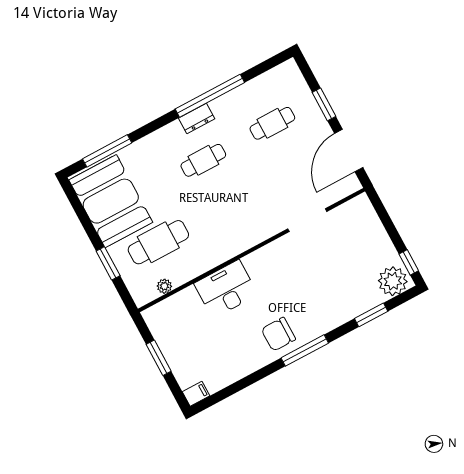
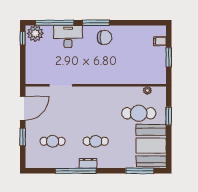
desk: (226, 289) -> (68, 37), moved, turned 180
window: (371, 315) -> (54, 23), width x2.11
filing cabinet: (196, 394) -> (160, 41), moved

